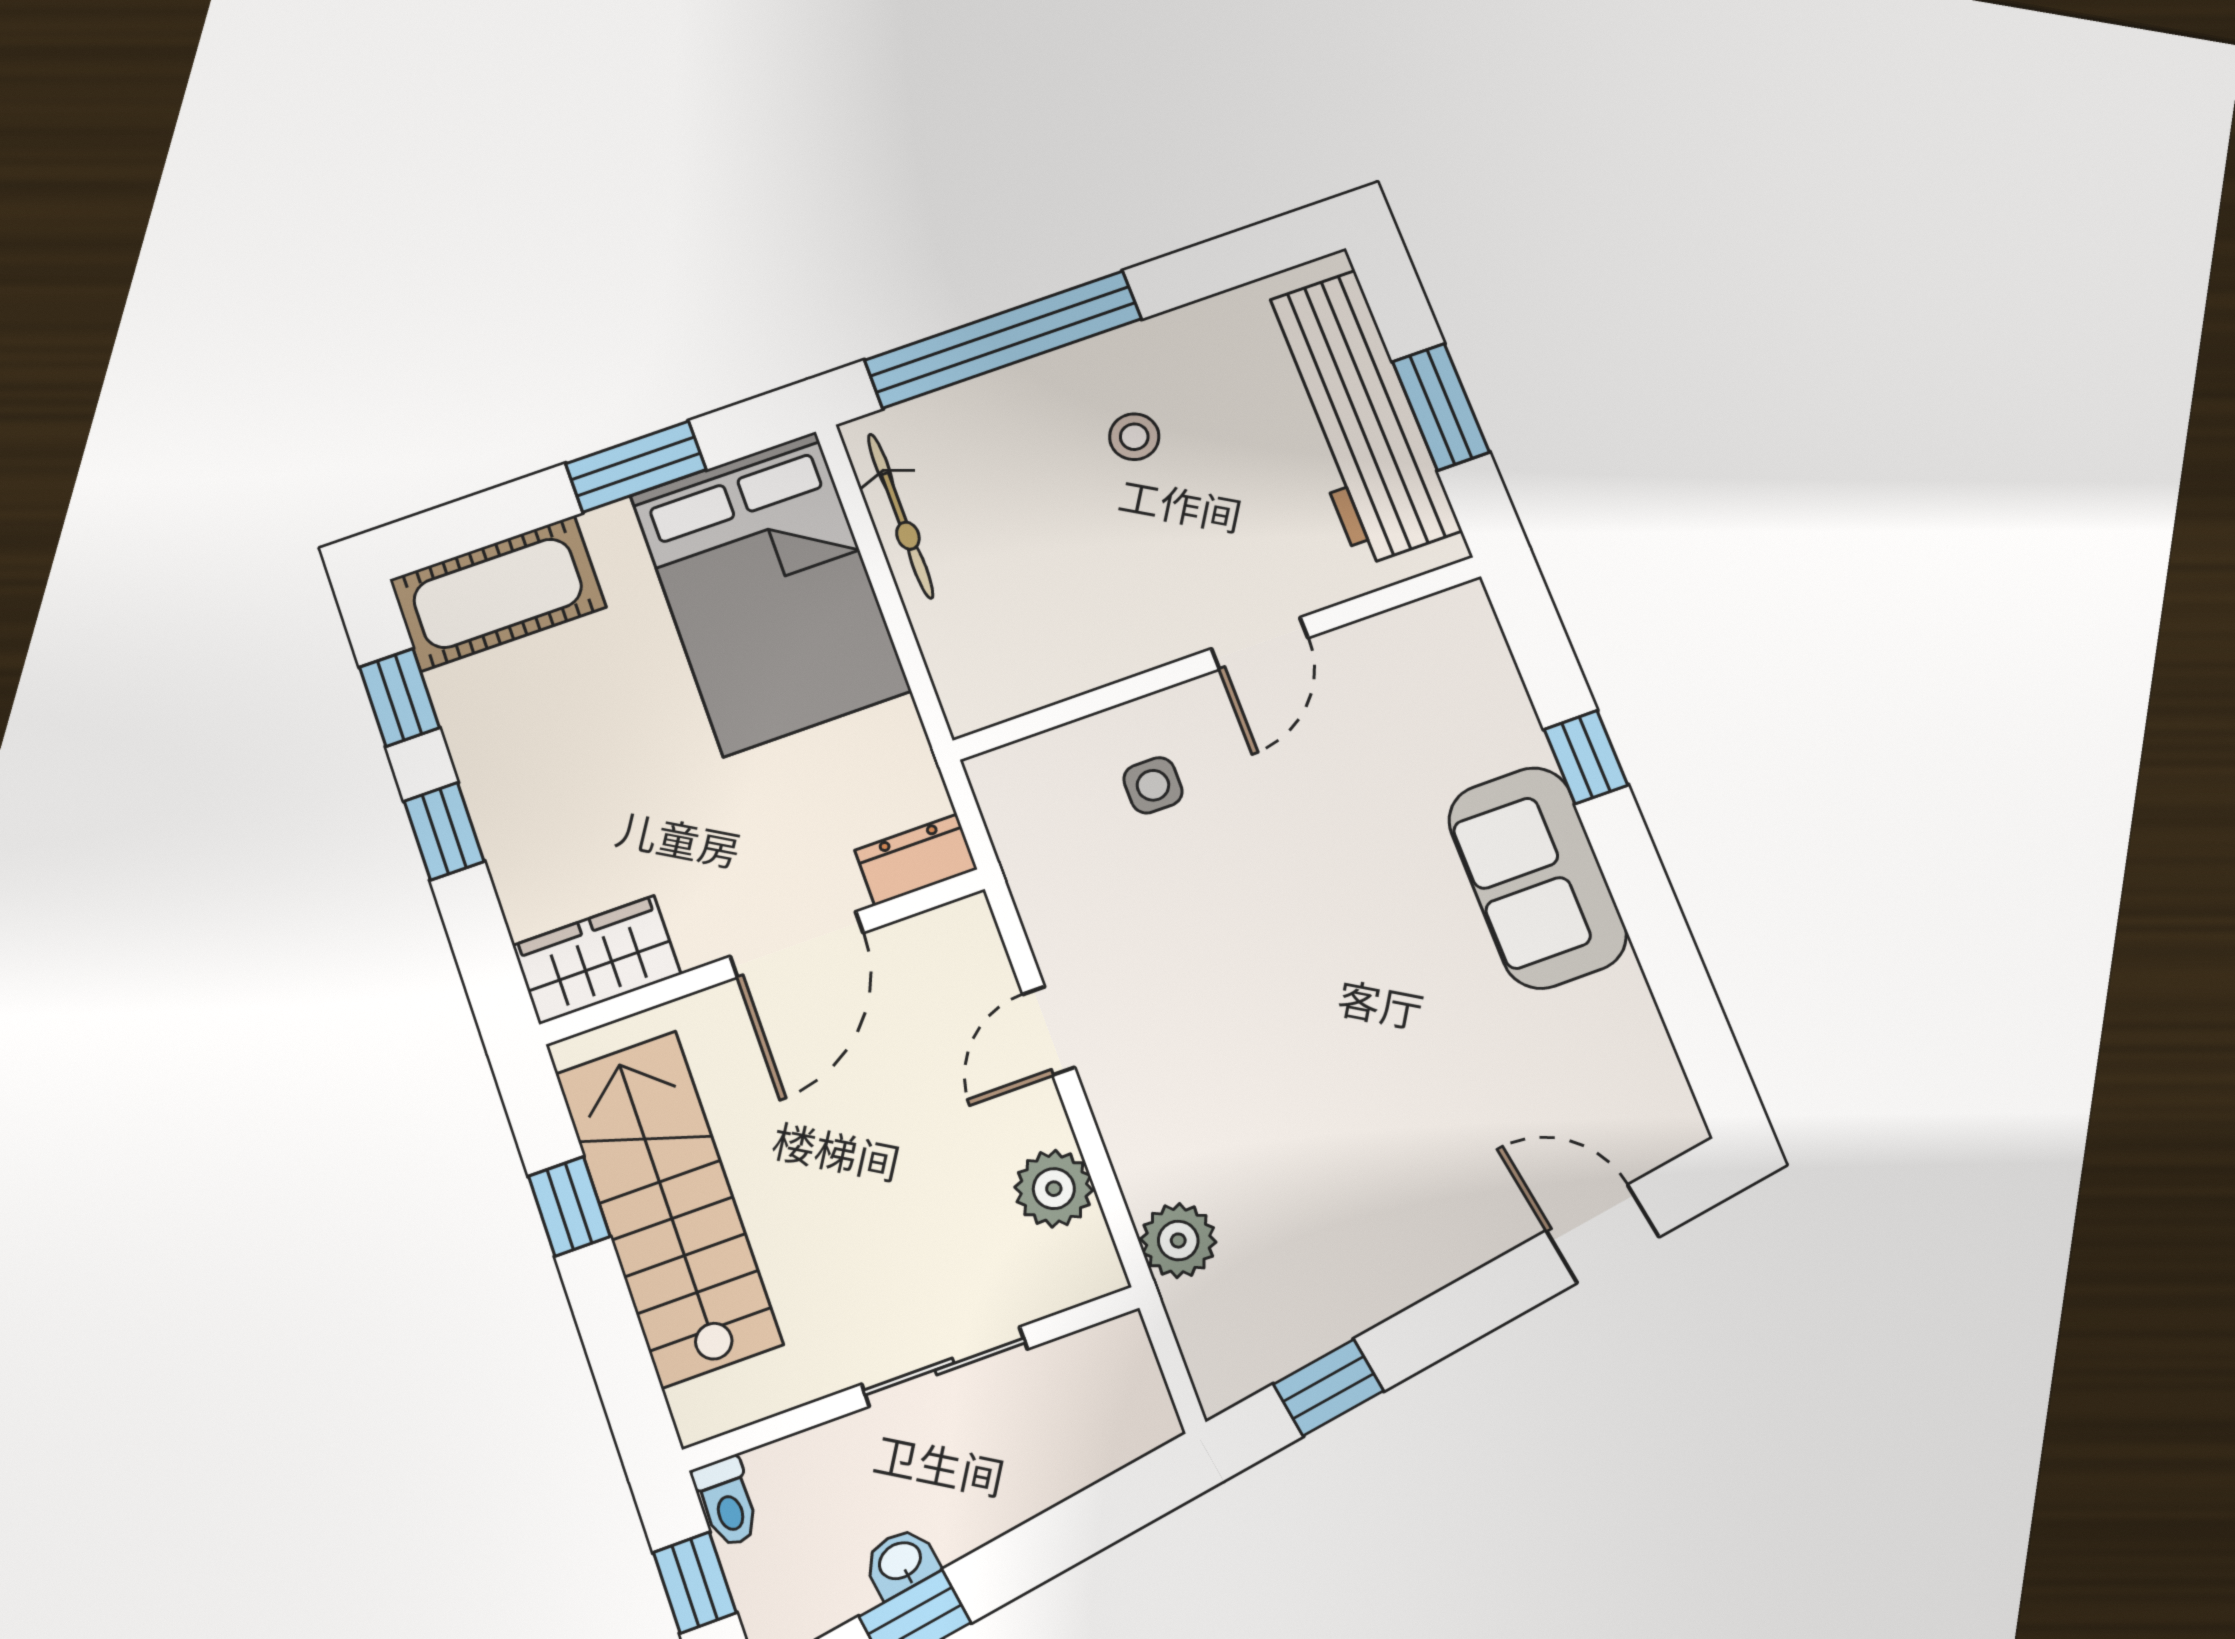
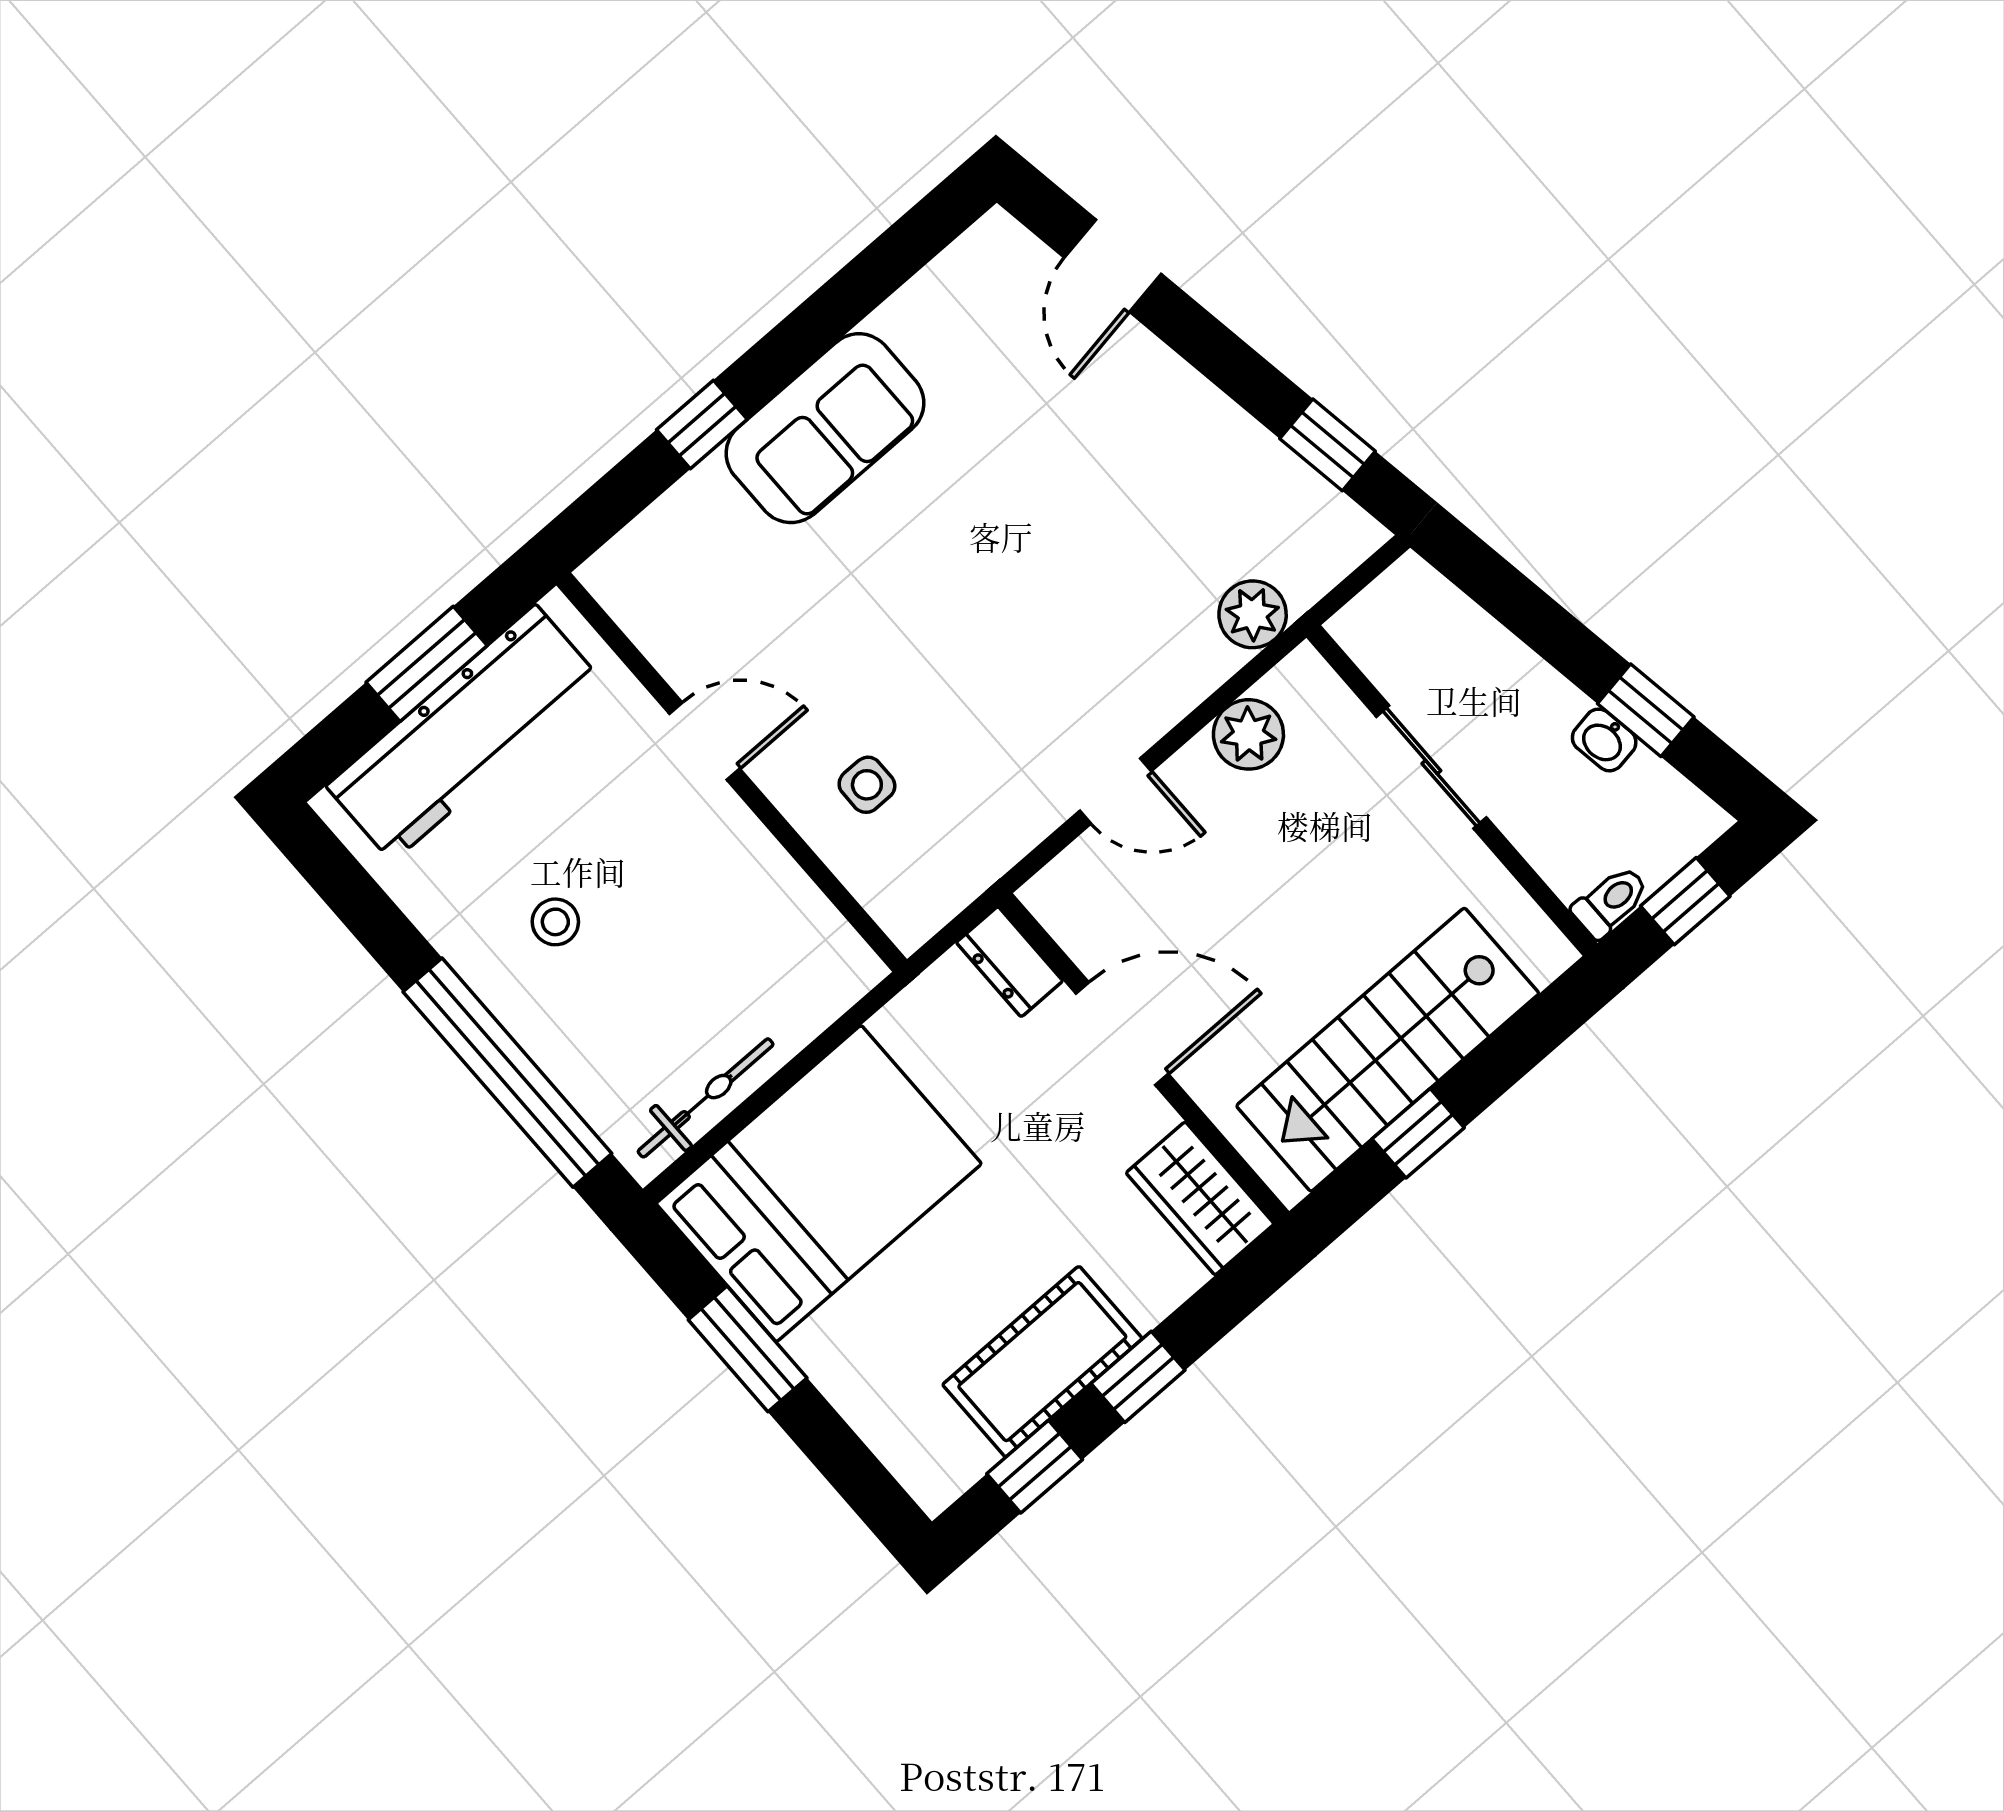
cot: (498, 593) -> (1042, 1362), moved, turned 90

